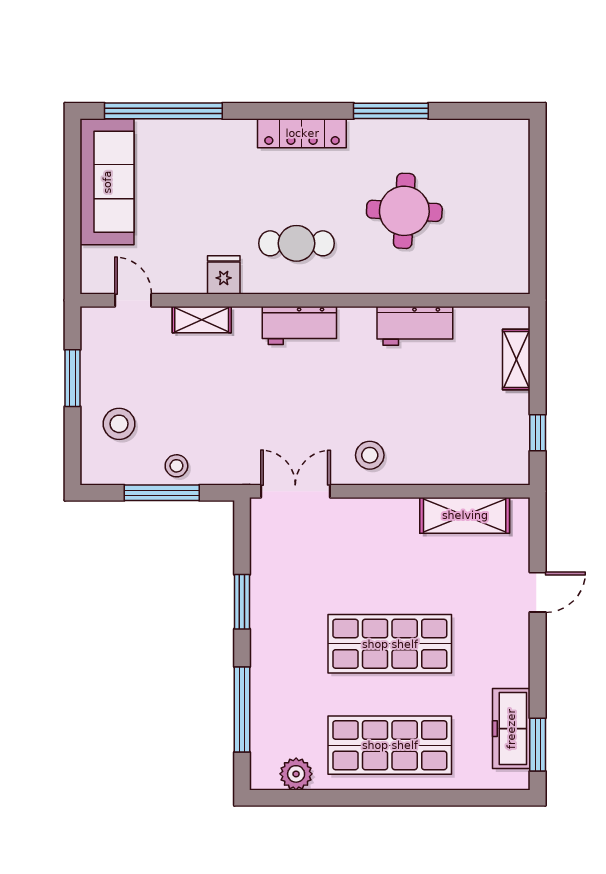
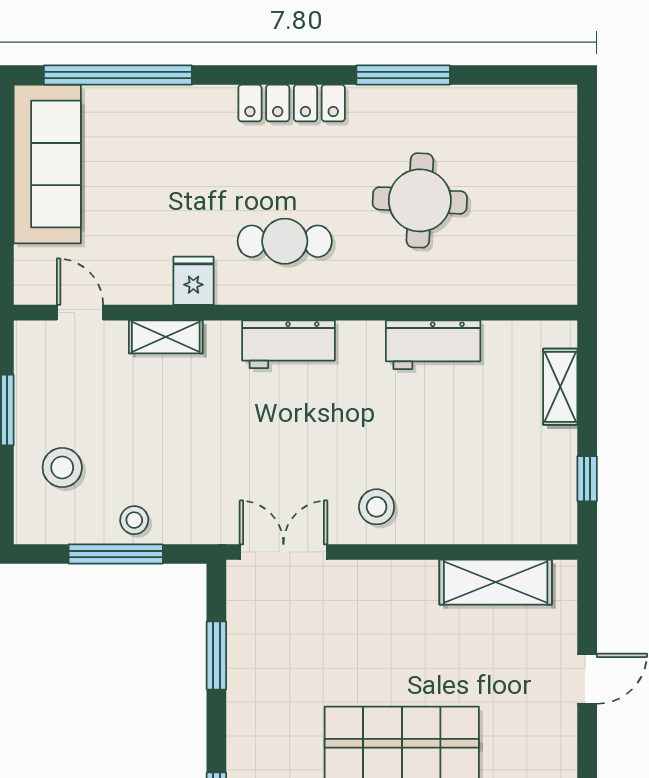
window: (242, 602) -> (216, 655), moved

